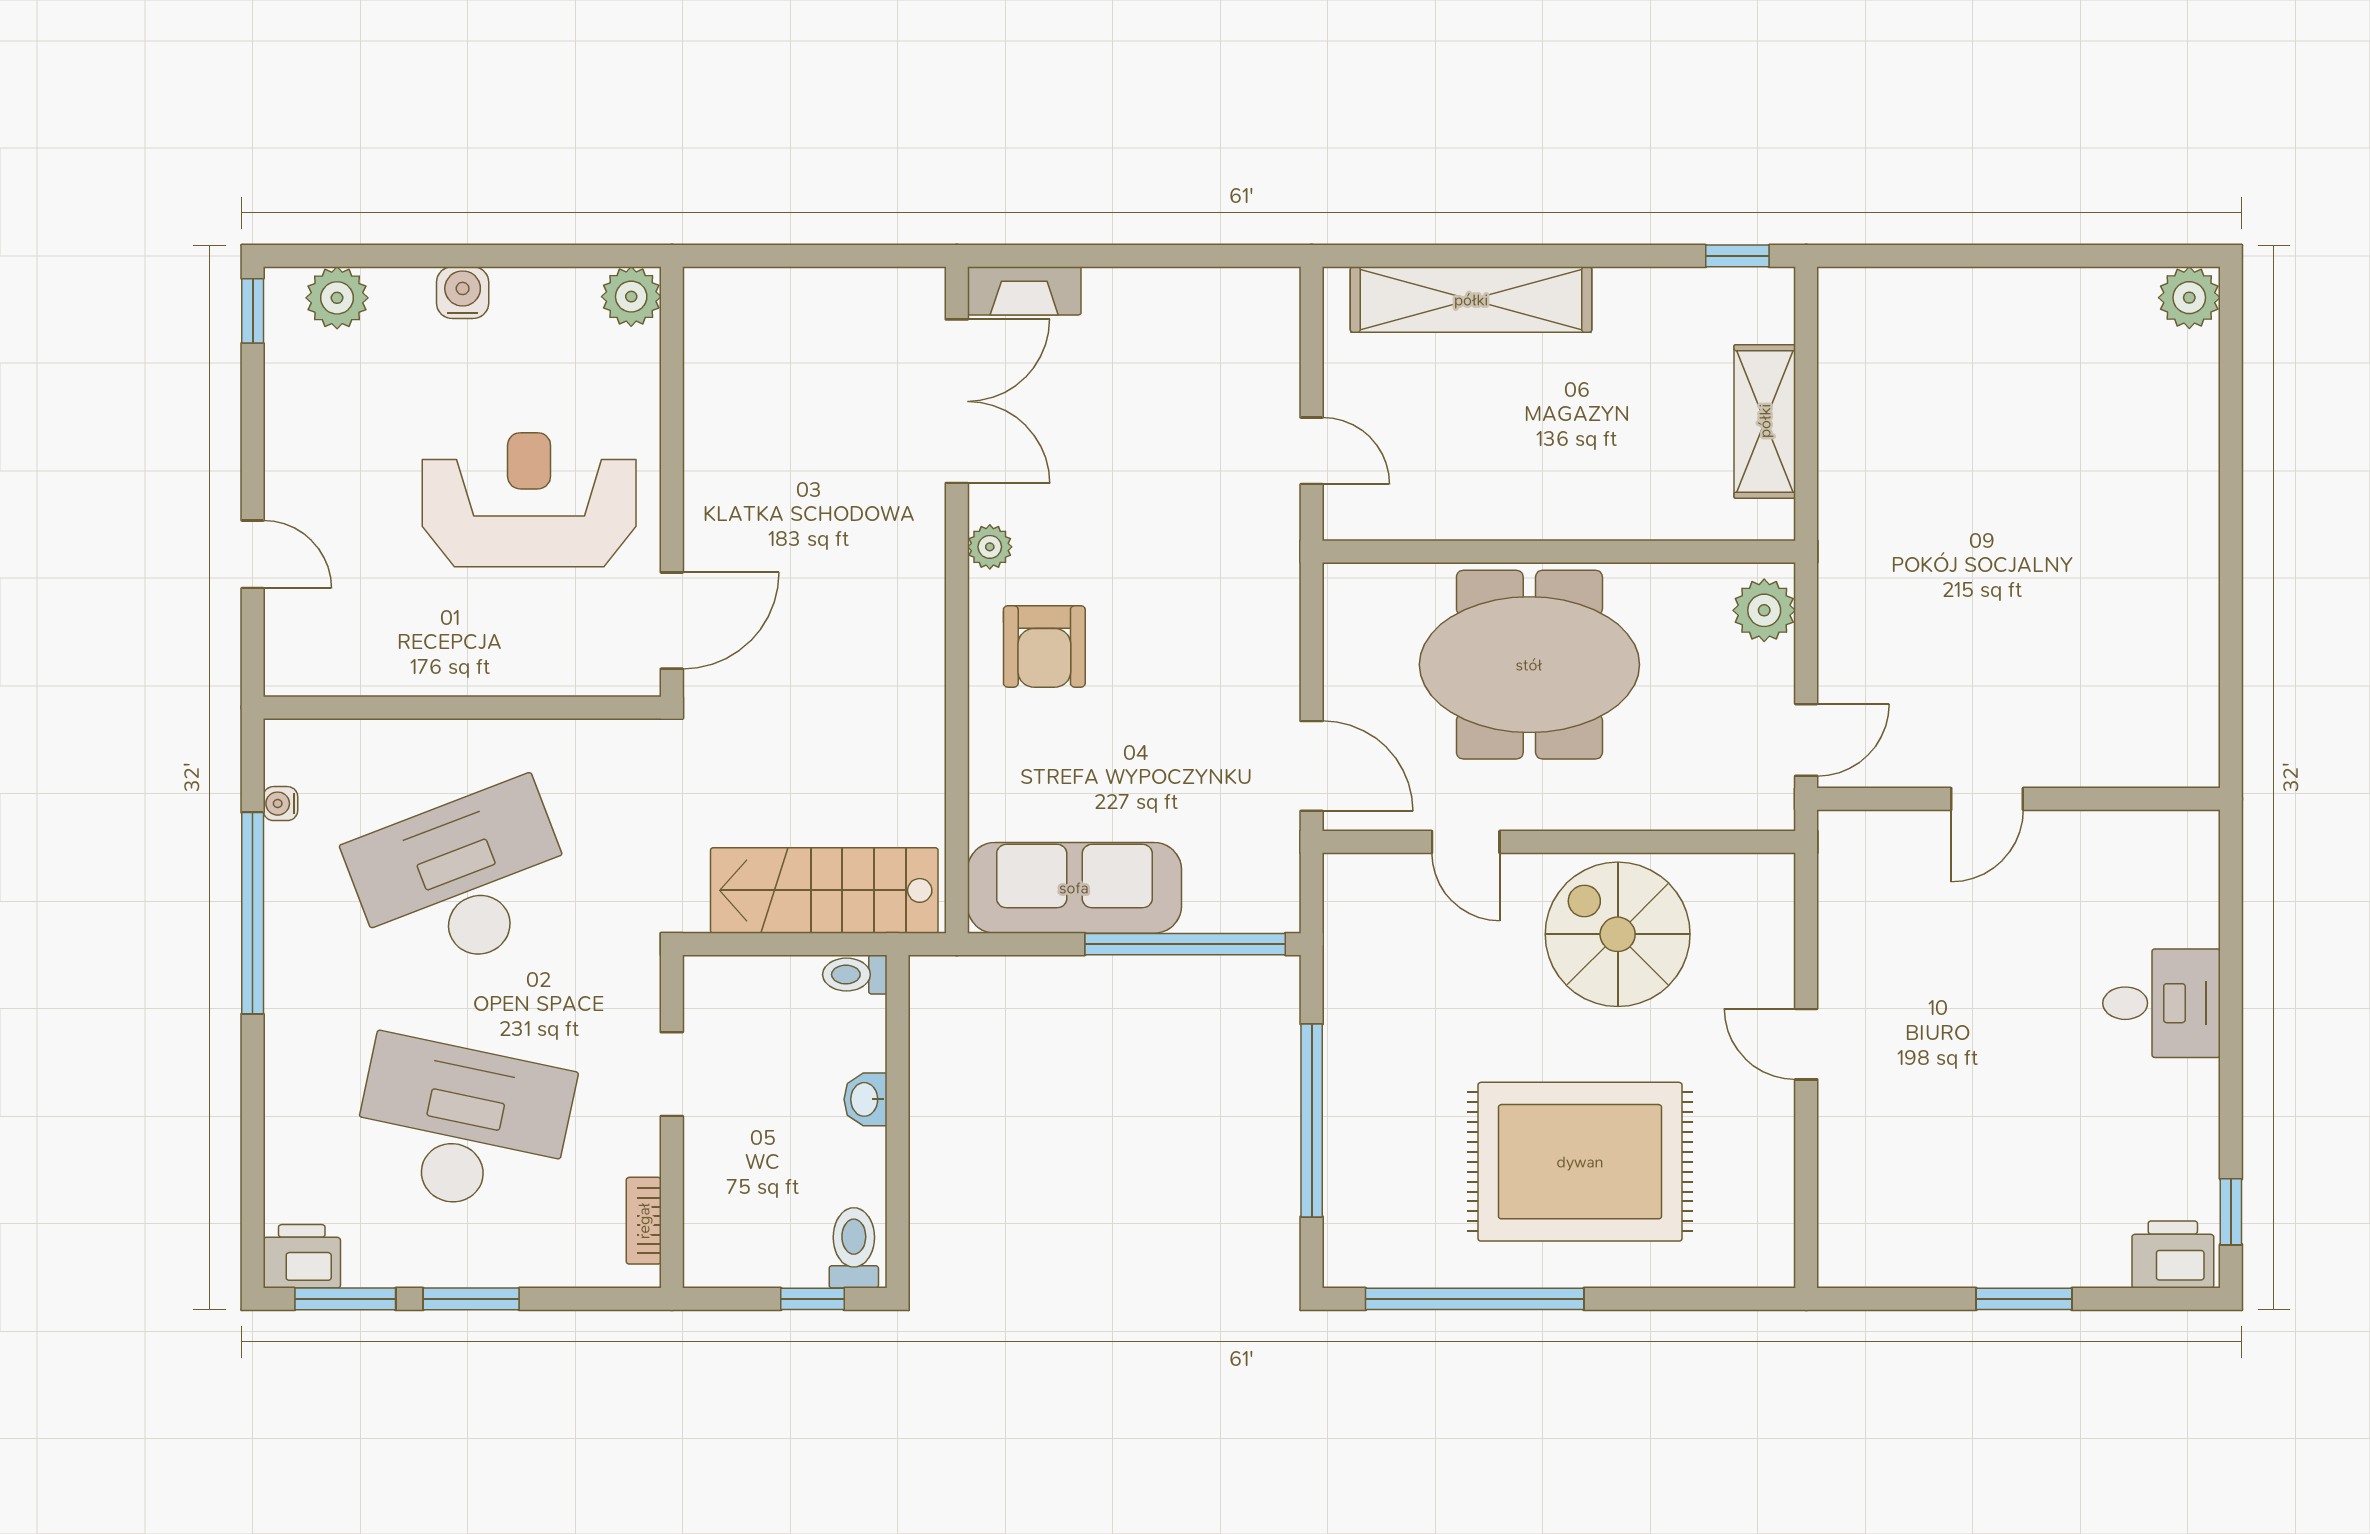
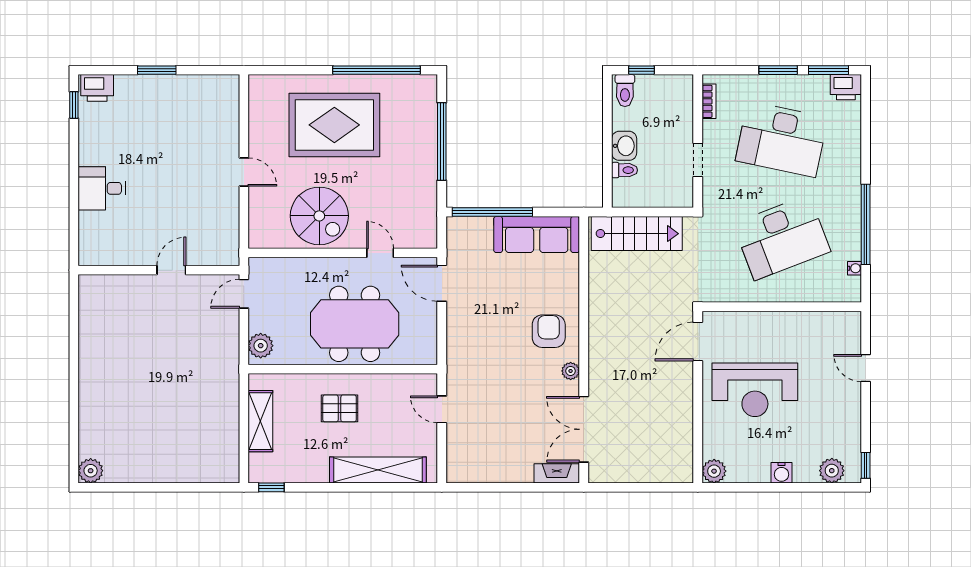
pallet: (1567, 453) -> (340, 408), added
toilet: (855, 975) -> (625, 170), moved
washbasin: (865, 1099) -> (624, 146), width x1.38, depth x1.45

